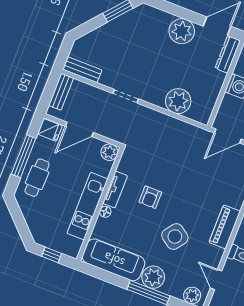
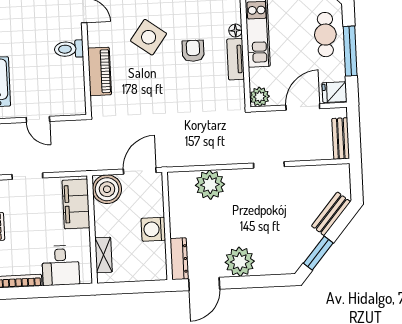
bench: (82, 70) -> (331, 214), moved, turned -50
armchair: (150, 197) -> (193, 51), moved

